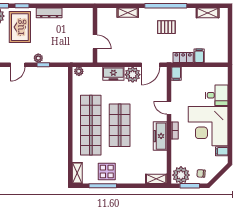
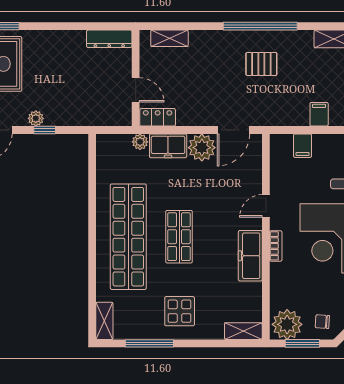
dresser: (49, 13) -> (109, 39), moved
shelving: (128, 13) -> (169, 38), moved
locker: (183, 57) -> (158, 117), moved
plant: (79, 71) -> (140, 142), moved
filing cabinet: (176, 74) -> (303, 146), moved
door: (169, 108) -> (266, 206), hinge flipped
shop shelf: (120, 125) -> (179, 237), width x0.70, depth x0.74
display table: (107, 171) -> (180, 311), moved

